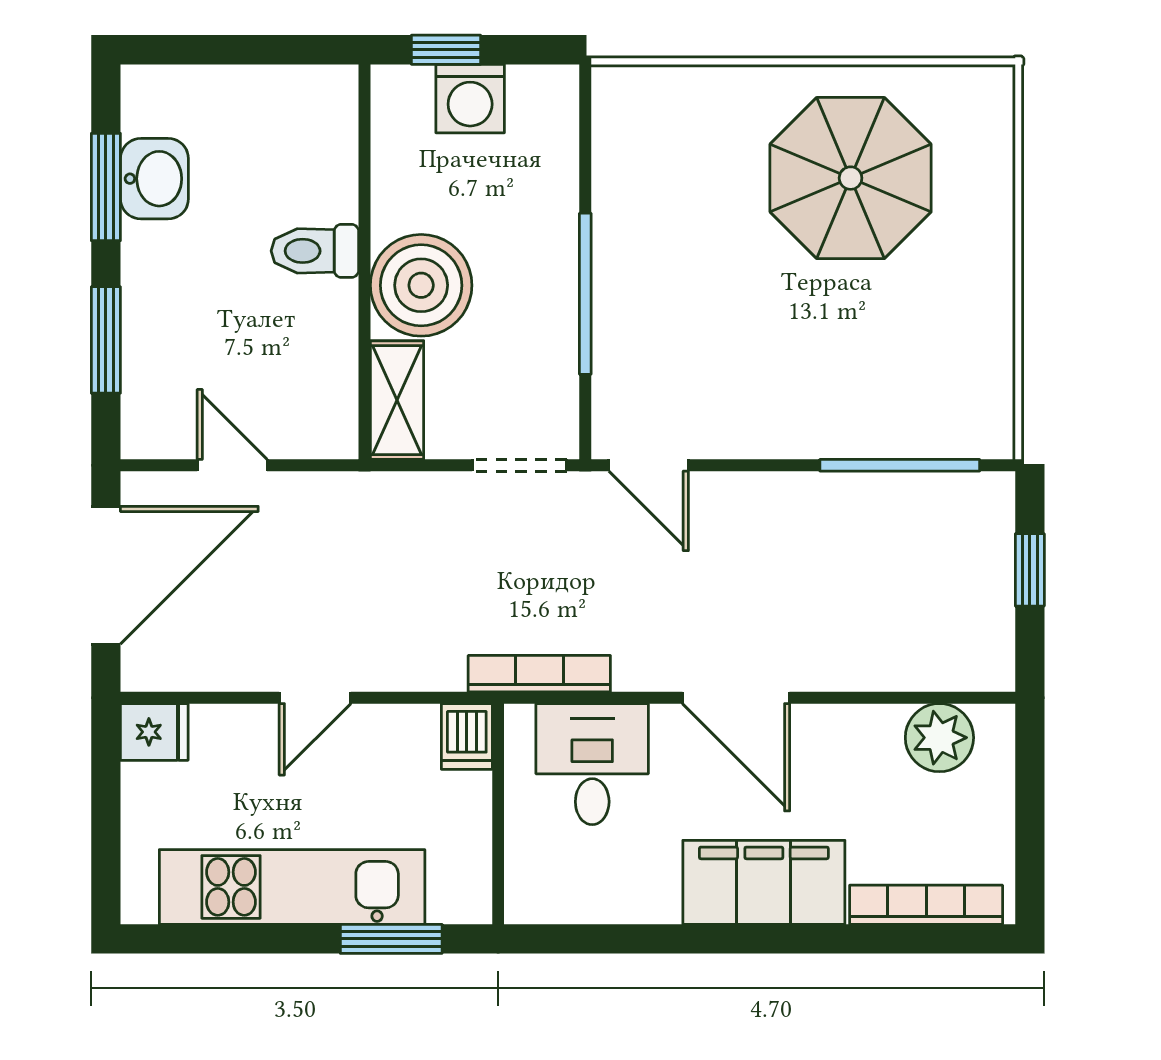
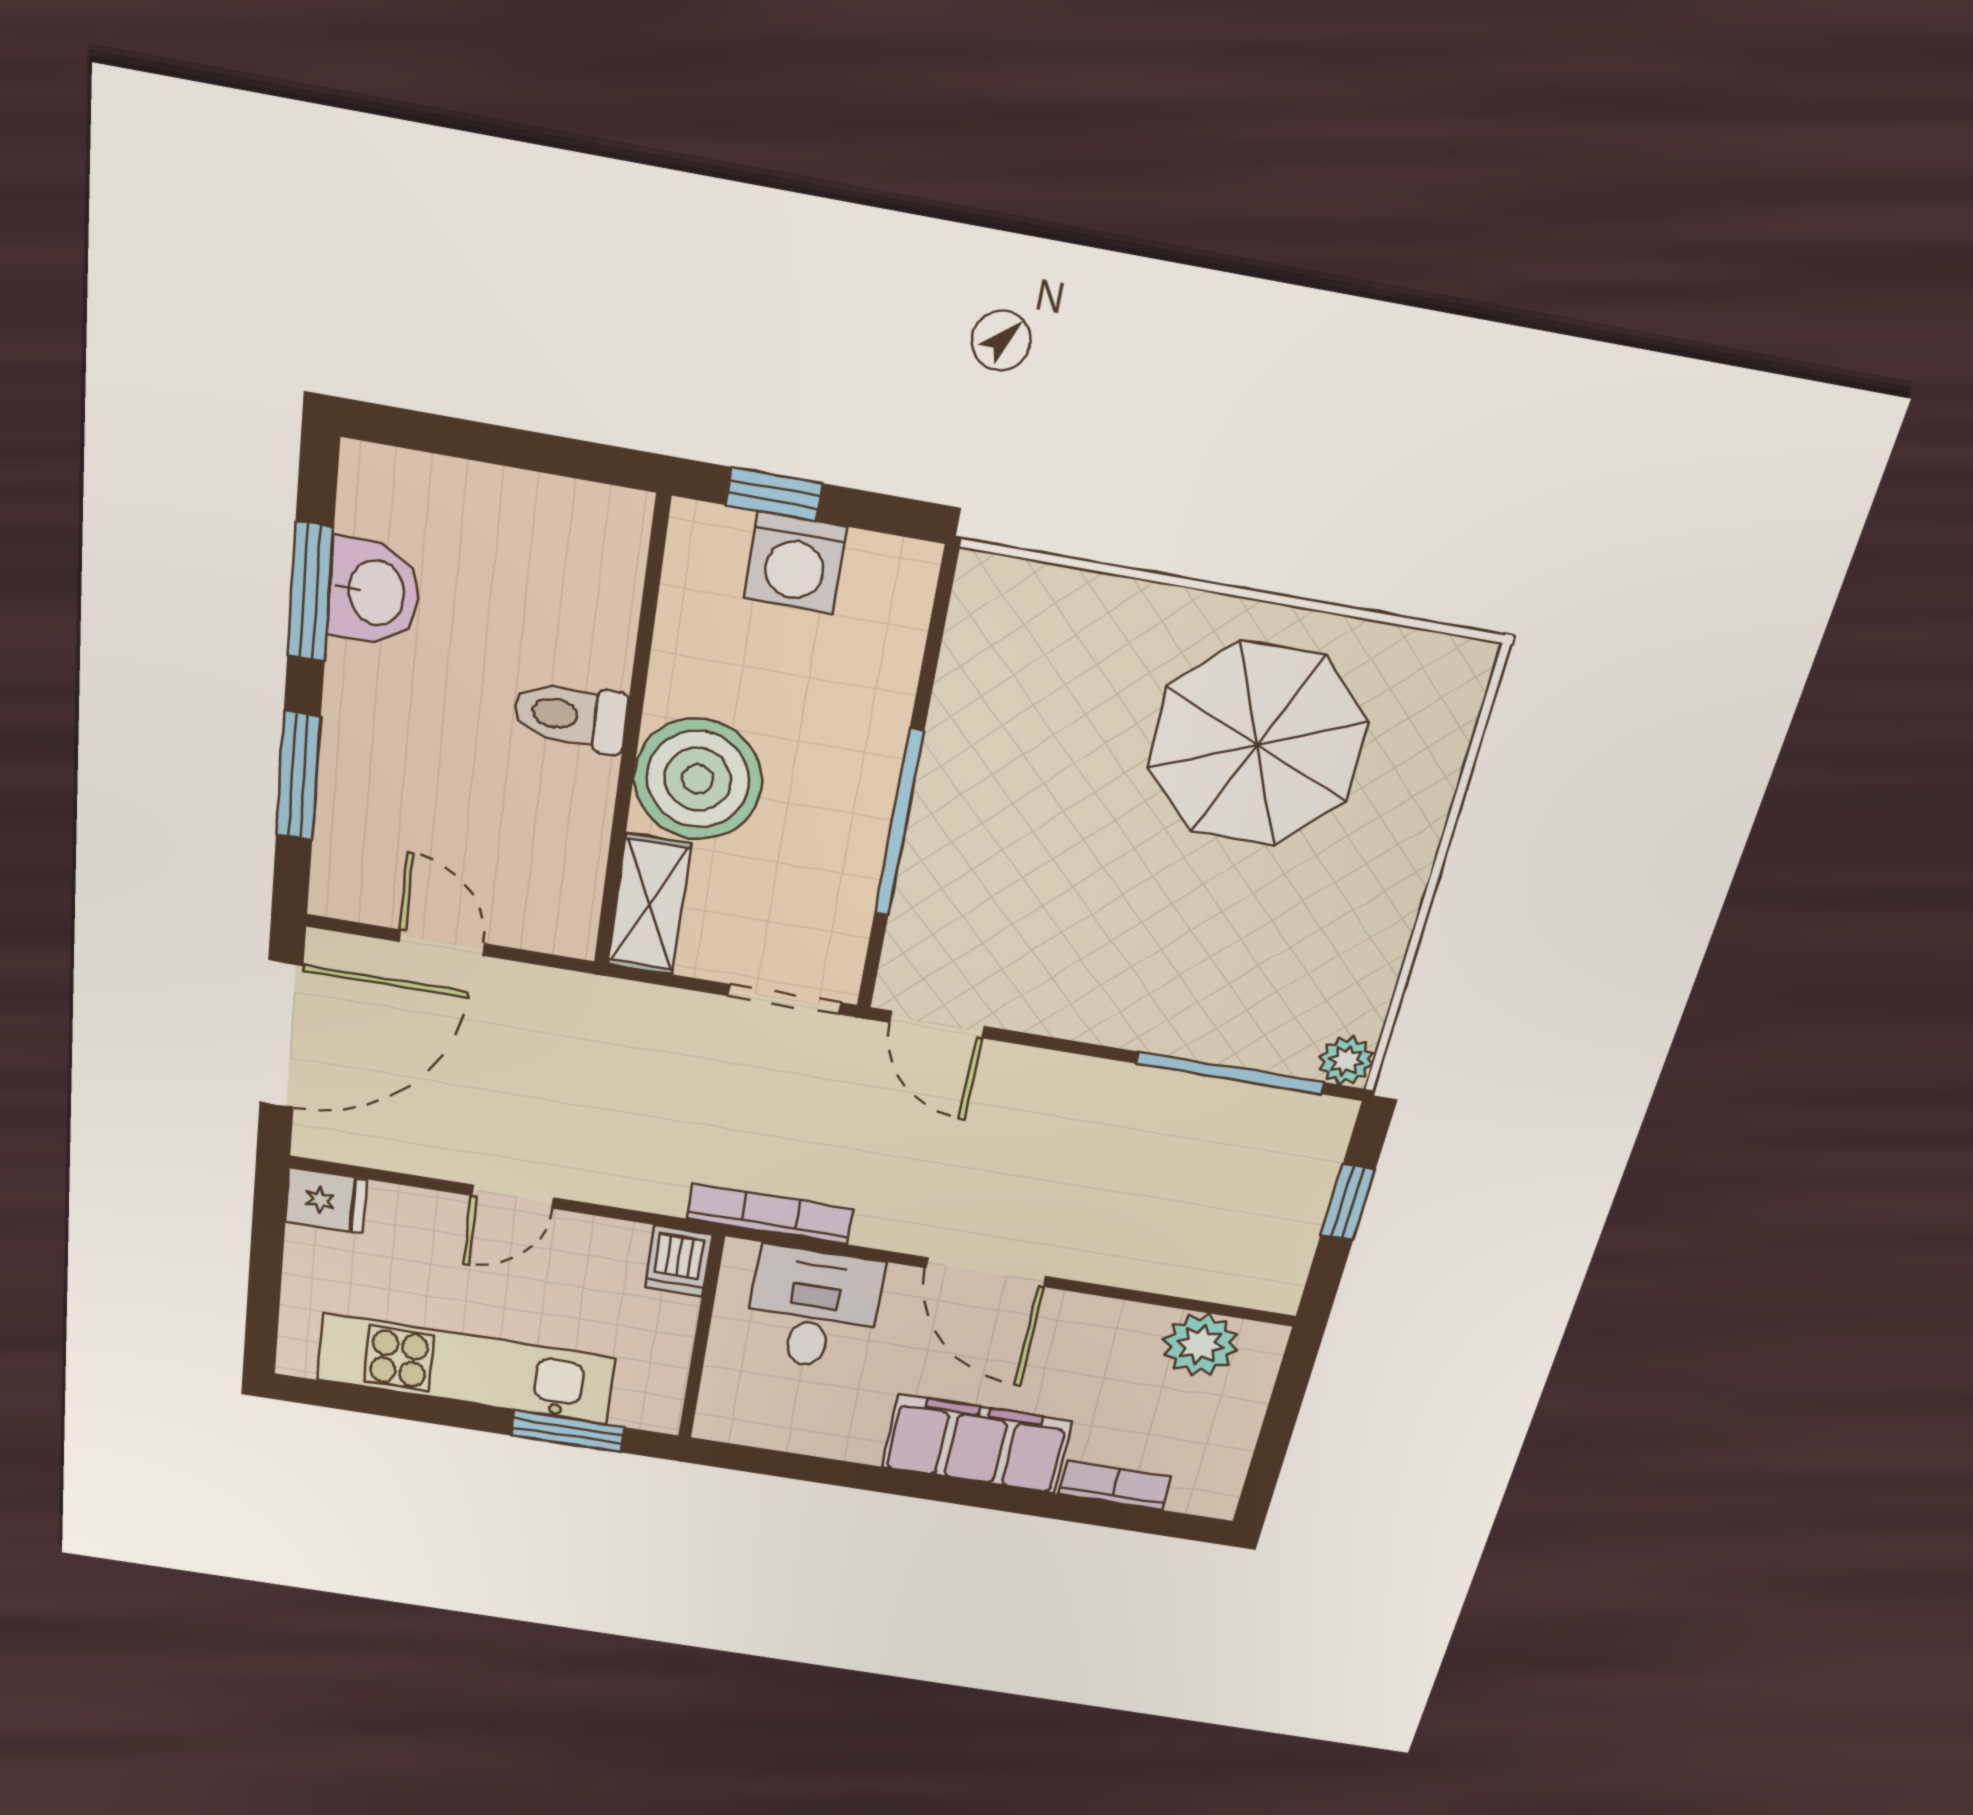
plant: (992, 436) -> (1346, 1061), added
bookcase: (926, 905) -> (1115, 1485), width x0.64

